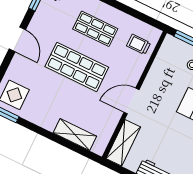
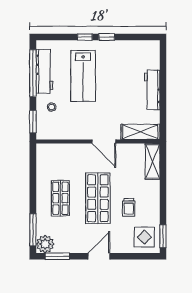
trolley: (139, 44) -> (129, 207), moved
shelving: (75, 135) -> (153, 161), moved

